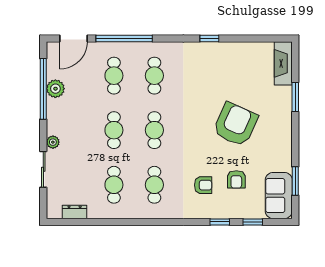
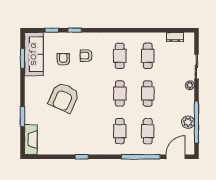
sofa: (279, 196) -> (34, 54), width x1.36

